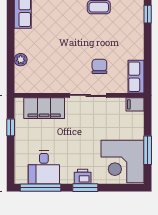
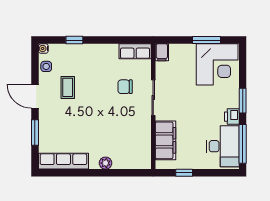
plant: (21, 60) -> (105, 163), moved
desk: (44, 167) -> (223, 146), width x1.37
printer: (83, 177) -> (232, 117), moved

